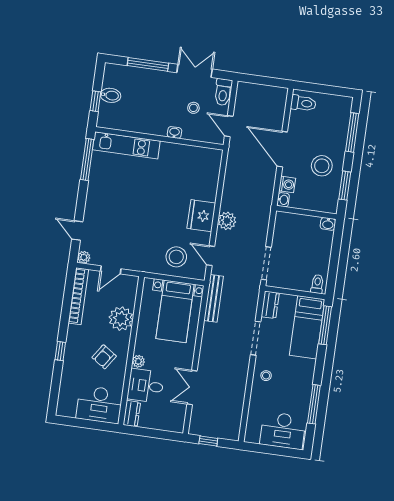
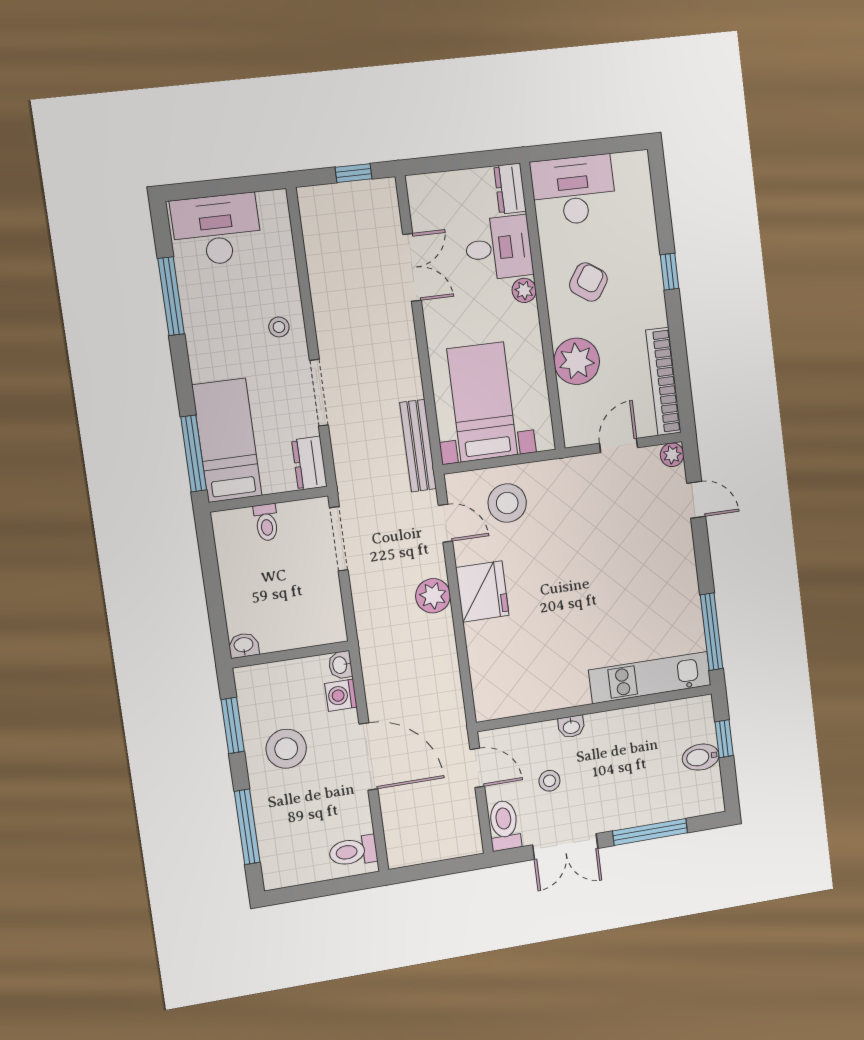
toilet: (317, 284) -> (266, 522), moved

